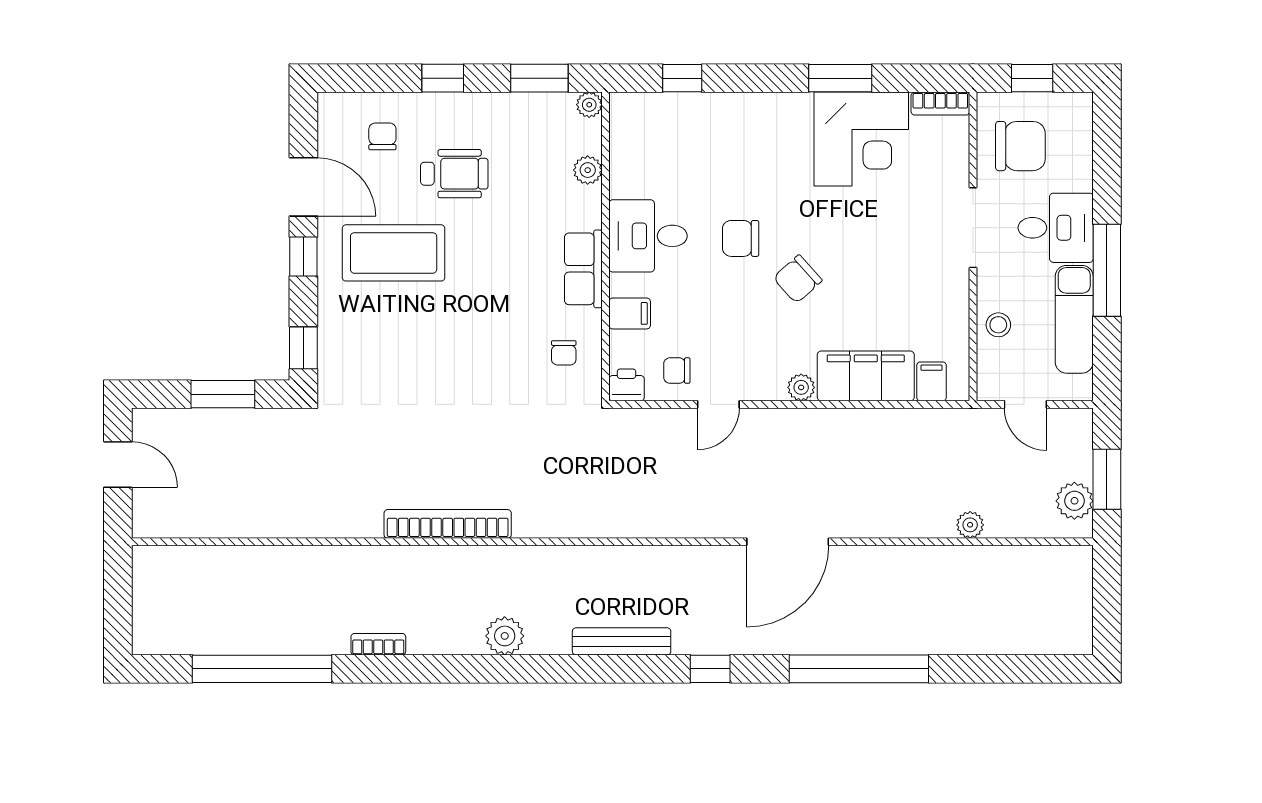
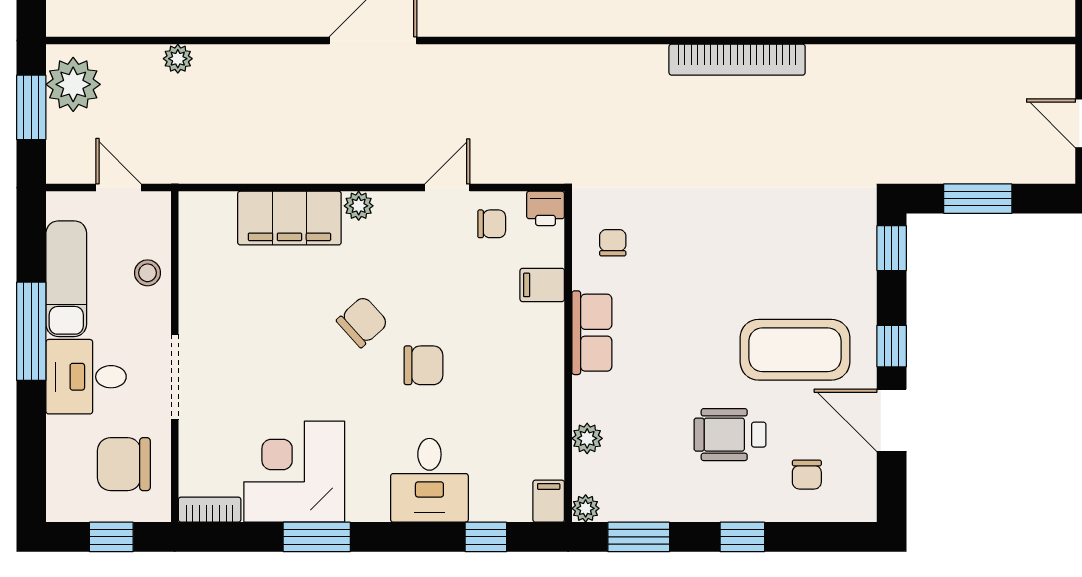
desk: (648, 236) -> (429, 480), moved, turned 90
filing cabinet: (932, 381) -> (549, 501), moved, turned 180
plant: (1074, 501) -> (73, 84), width x1.36, depth x1.36

